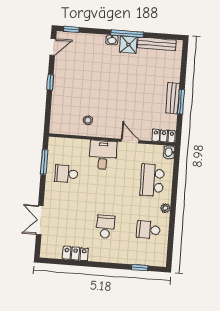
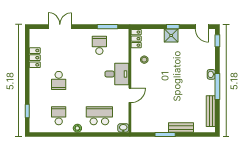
shower: (128, 45) -> (171, 36), moved
bench: (173, 98) -> (181, 127), moved
locker: (164, 136) -> (136, 39), moved
school desk: (105, 227) -> (59, 81), turned 90

